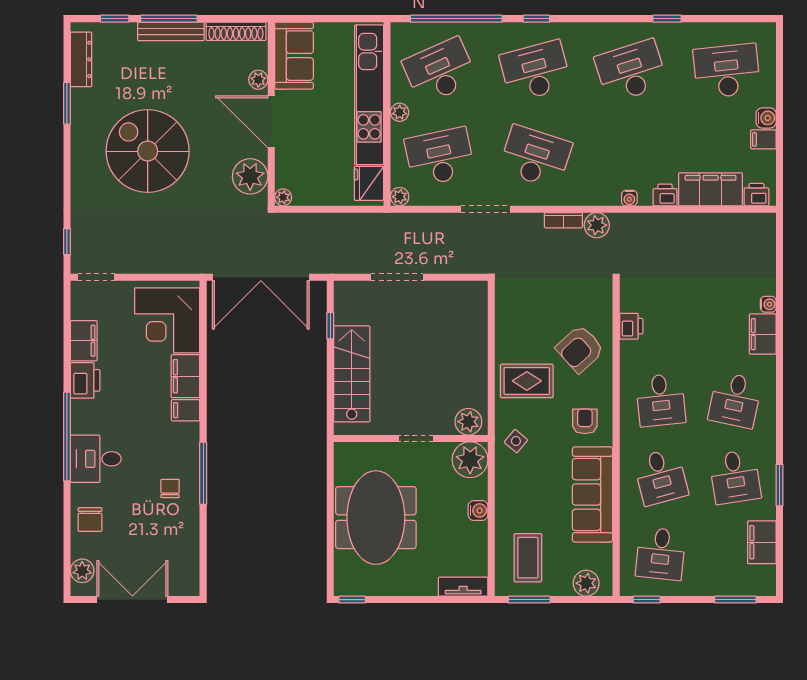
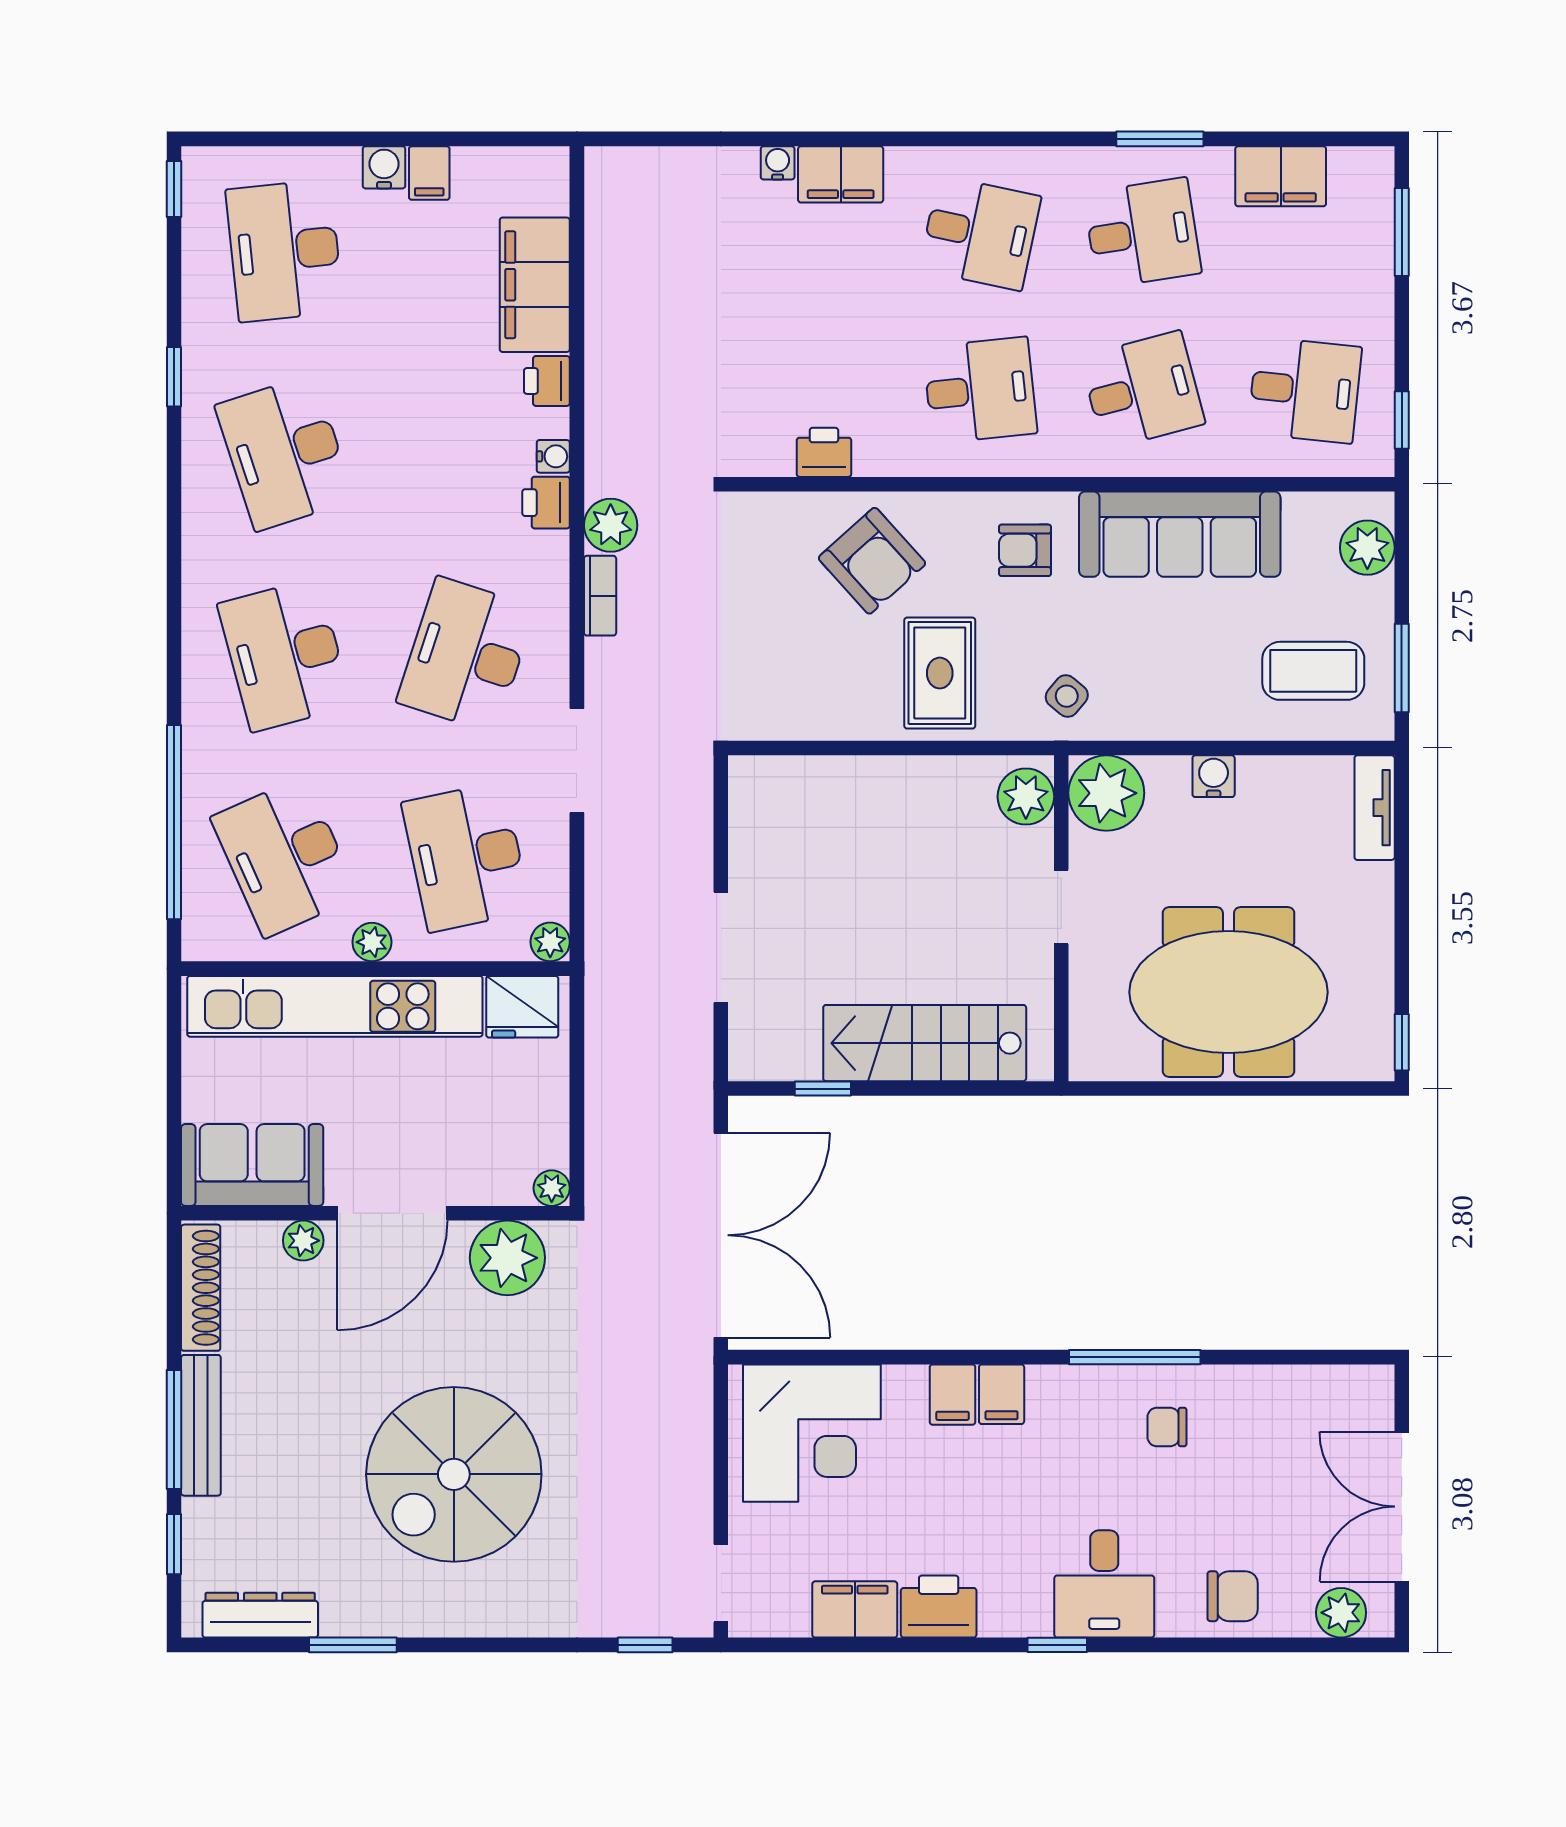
window: (536, 19) -> (174, 189), moved
printer: (756, 195) -> (546, 503), moved
filing cabinet: (185, 376) -> (953, 1395), width x0.50
window: (67, 437) -> (1057, 1645), width x0.32

